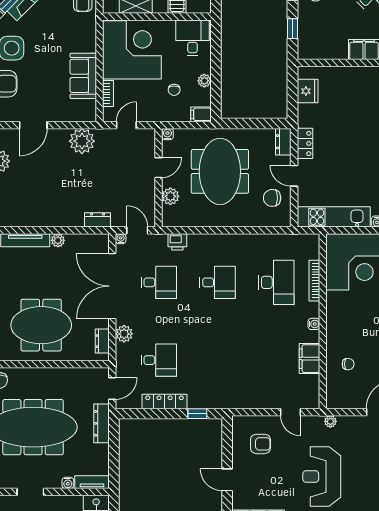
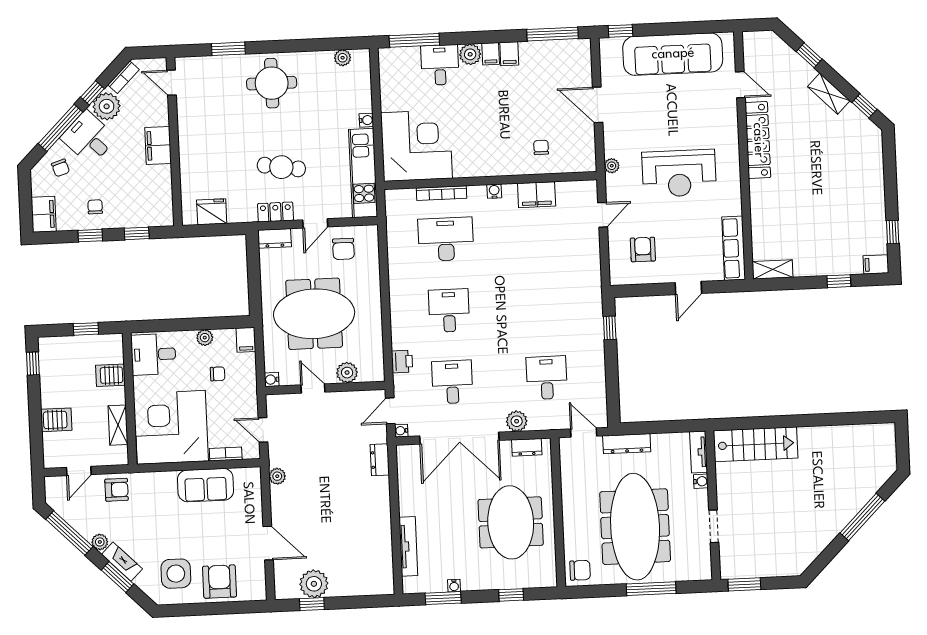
plant: (82, 141) -> (277, 476), width x0.53, depth x0.53
cafe table: (342, 150) -> (281, 167), added
plant: (58, 240) -> (407, 507), removed
locker: (165, 402) -> (597, 368), removed

